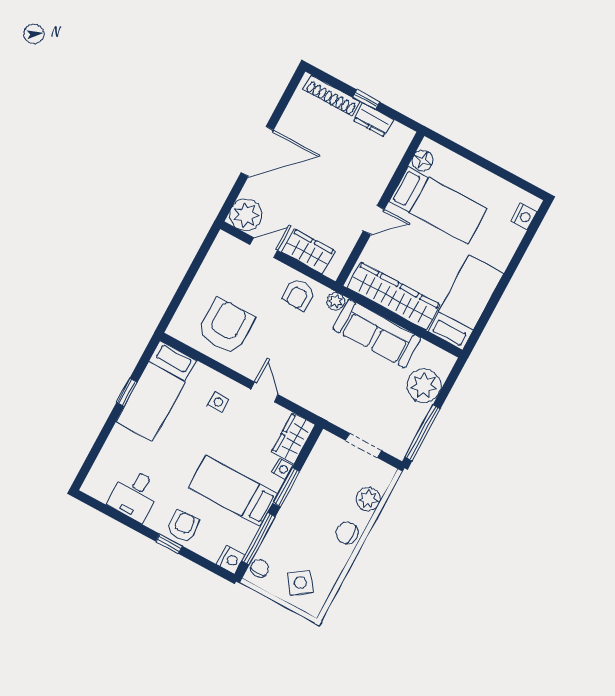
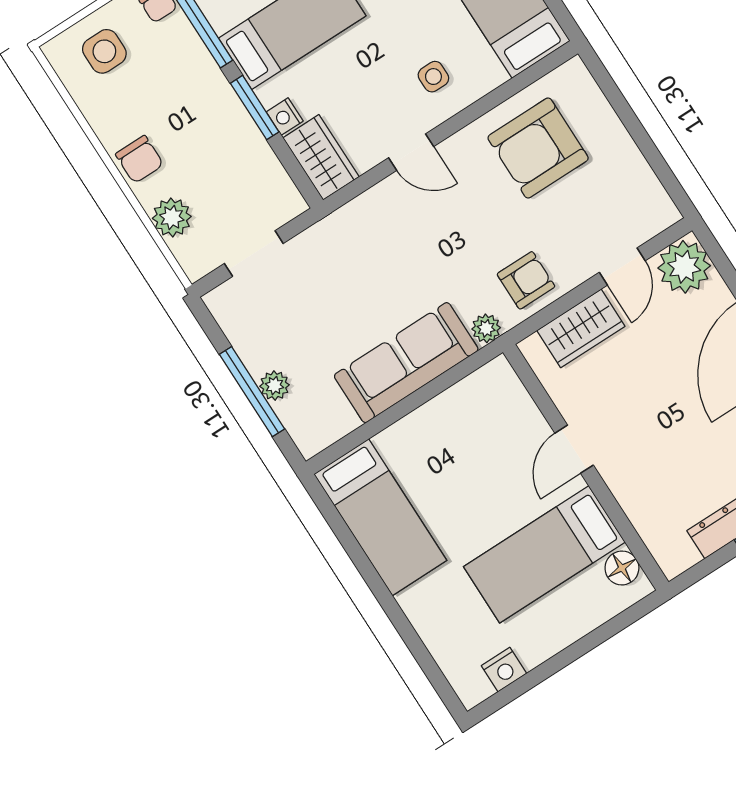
nightstand: (524, 216) -> (504, 670), moved, turned -90
armchair: (299, 294) -> (526, 280), turned 90
wardrobe: (394, 296) -> (447, 417), removed
armchair: (226, 326) -> (538, 148), turned 90
plant: (424, 386) -> (274, 386), width x0.53, depth x0.53
window: (423, 433) -> (252, 392), moved
chair: (347, 533) -> (139, 159), turned 90
side table: (300, 583) -> (104, 51), turned 36

